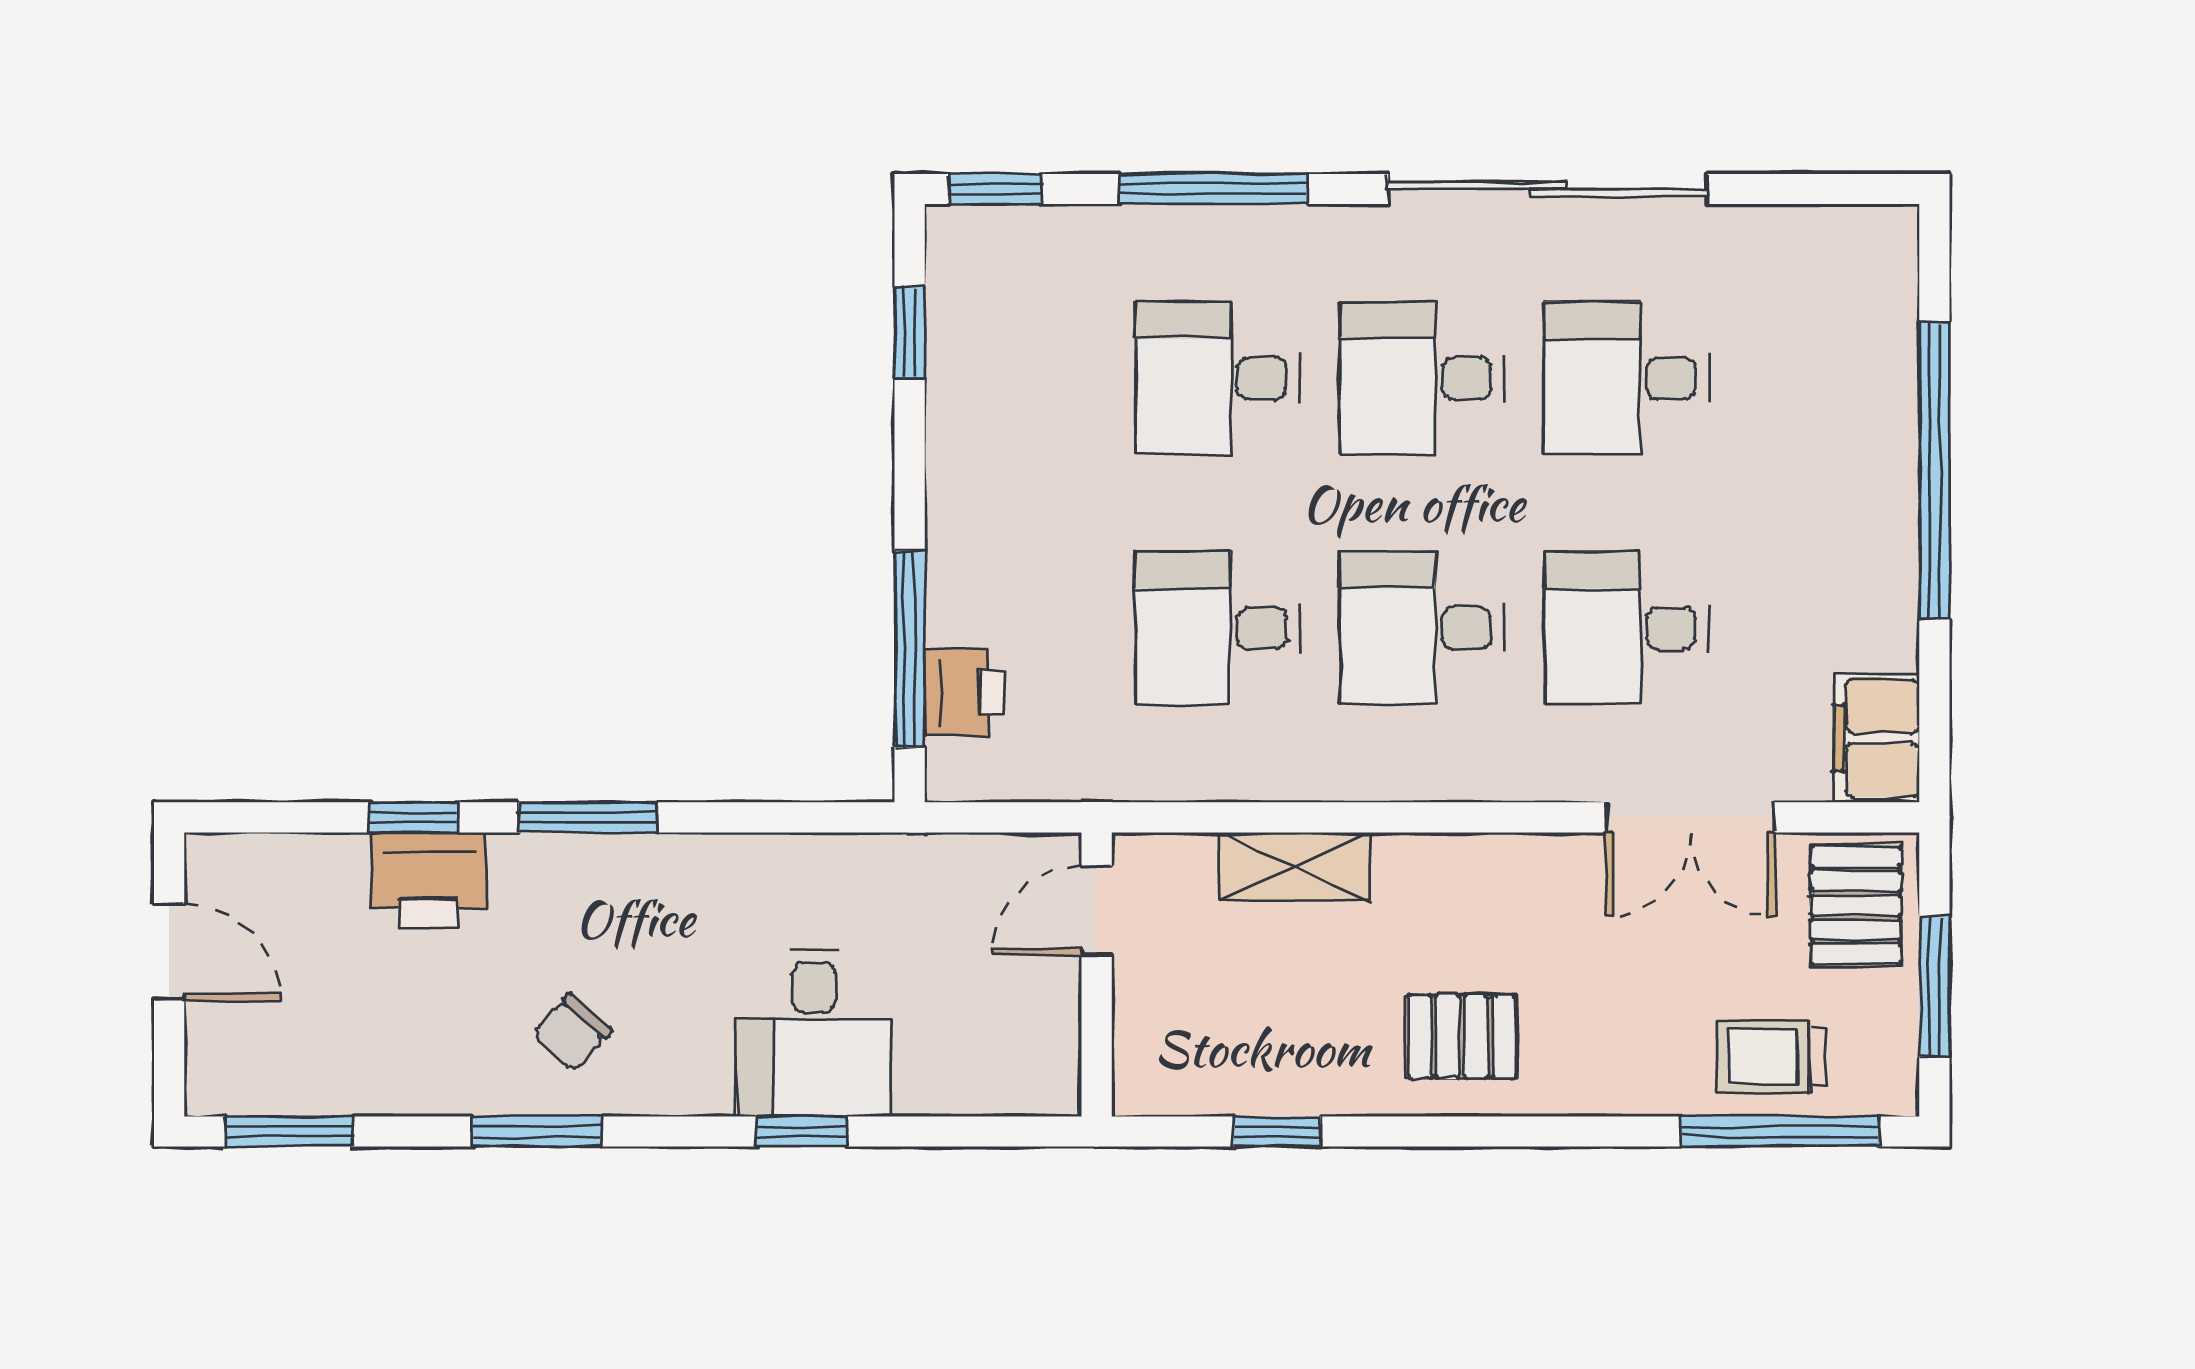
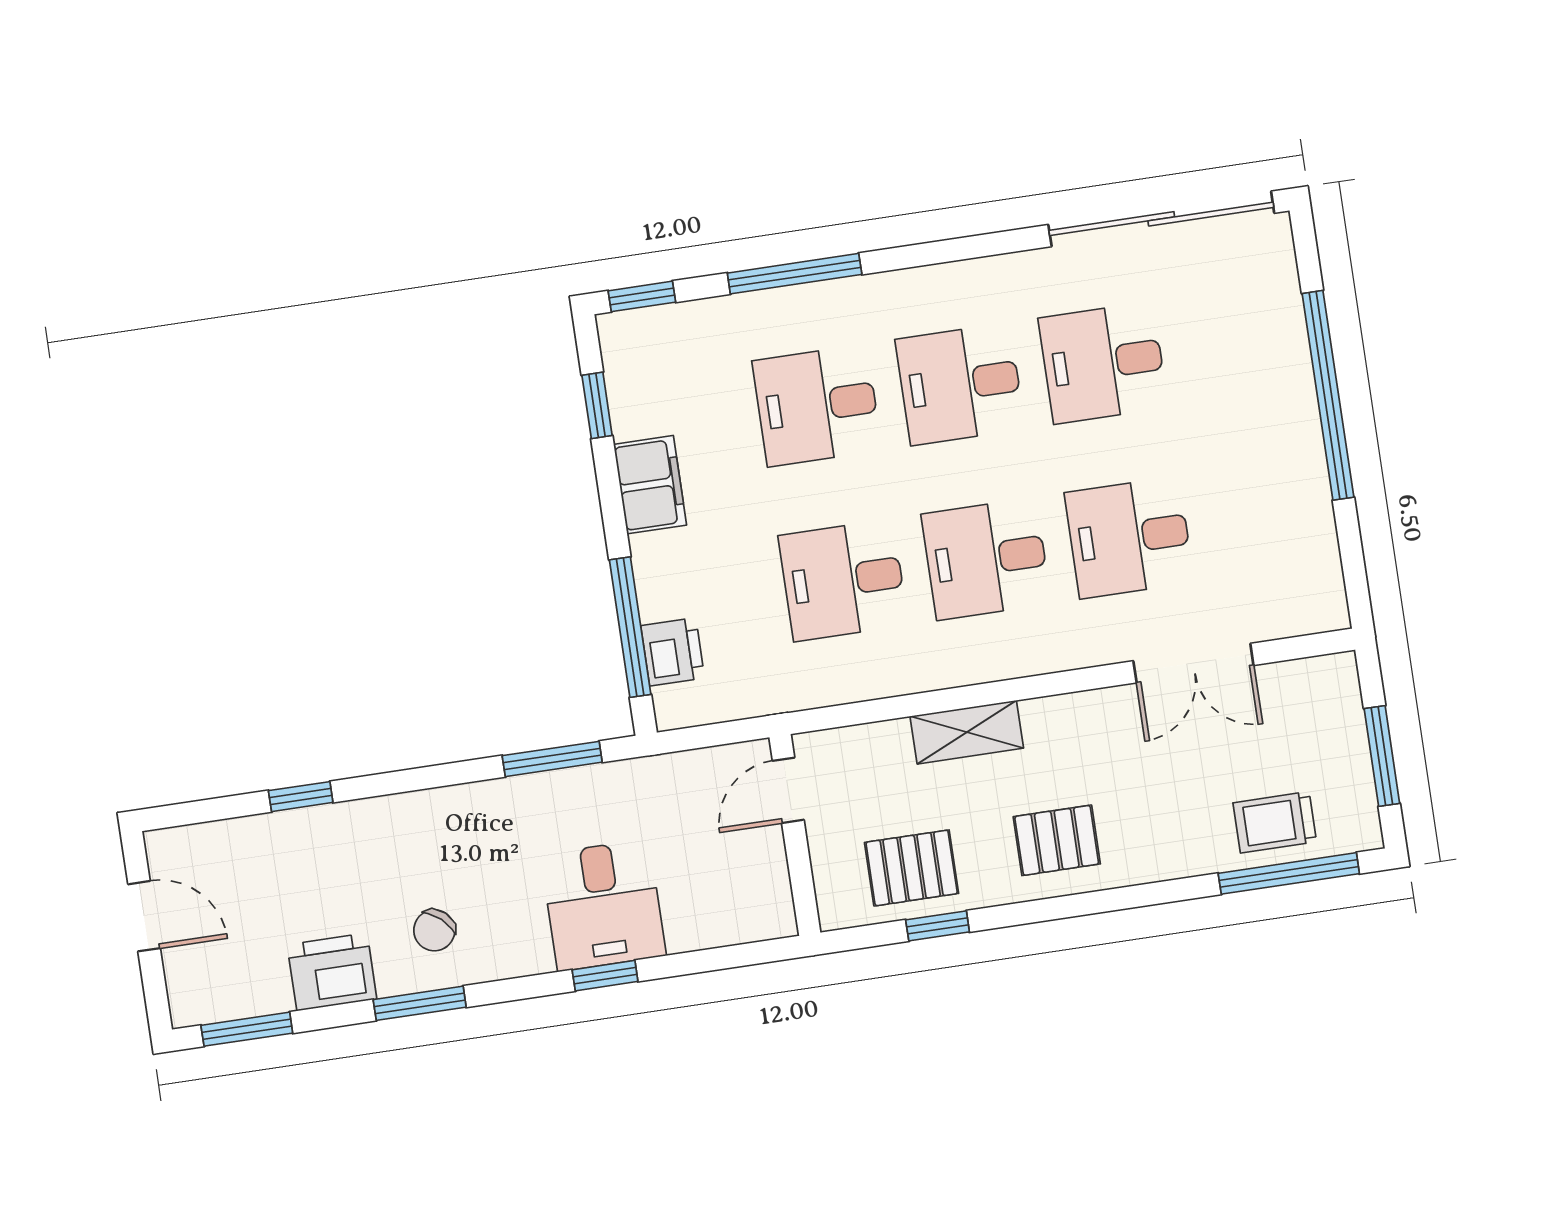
sliding door: (1548, 189) -> (1161, 219), moved
filing cabinet: (1877, 738) -> (650, 485), moved, turned 180
window: (588, 817) -> (552, 759), moved
shelving: (1295, 867) -> (967, 732), moved
printer: (429, 880) -> (332, 972), moved, turned 180
pallet: (1856, 905) -> (912, 868), moved, turned 90

